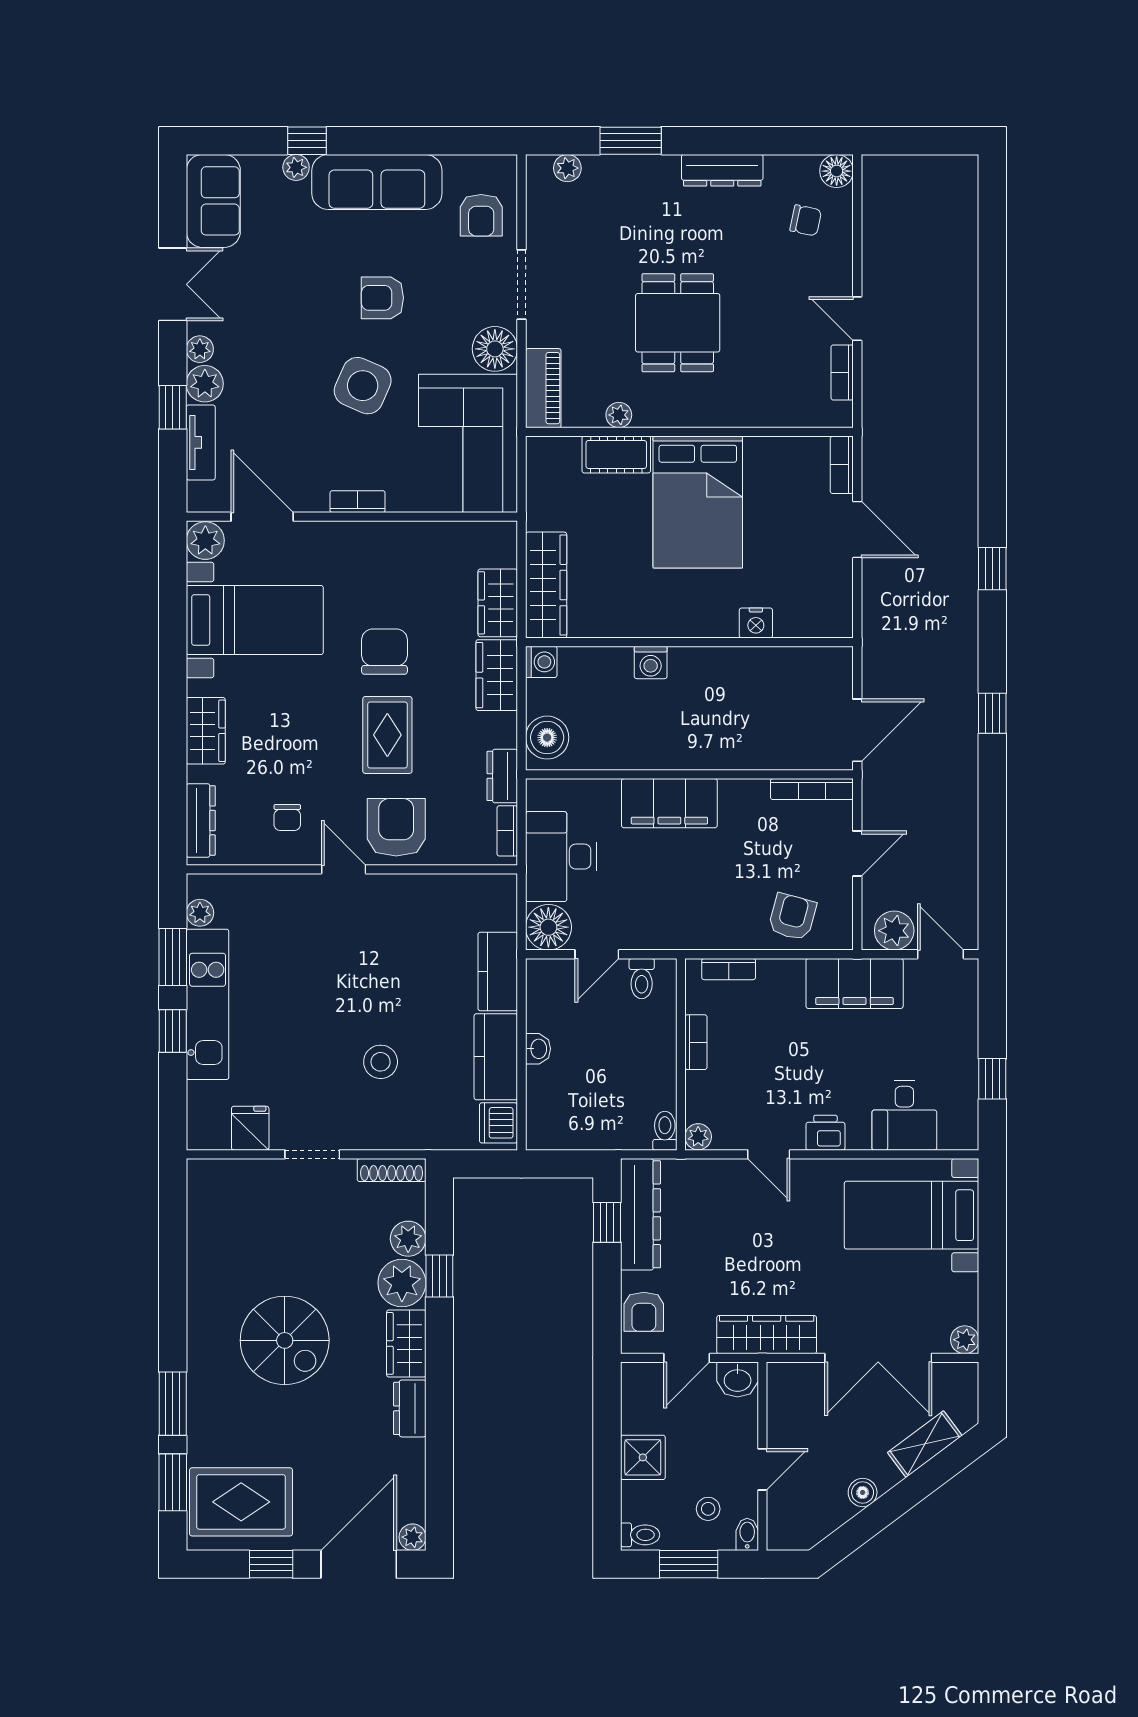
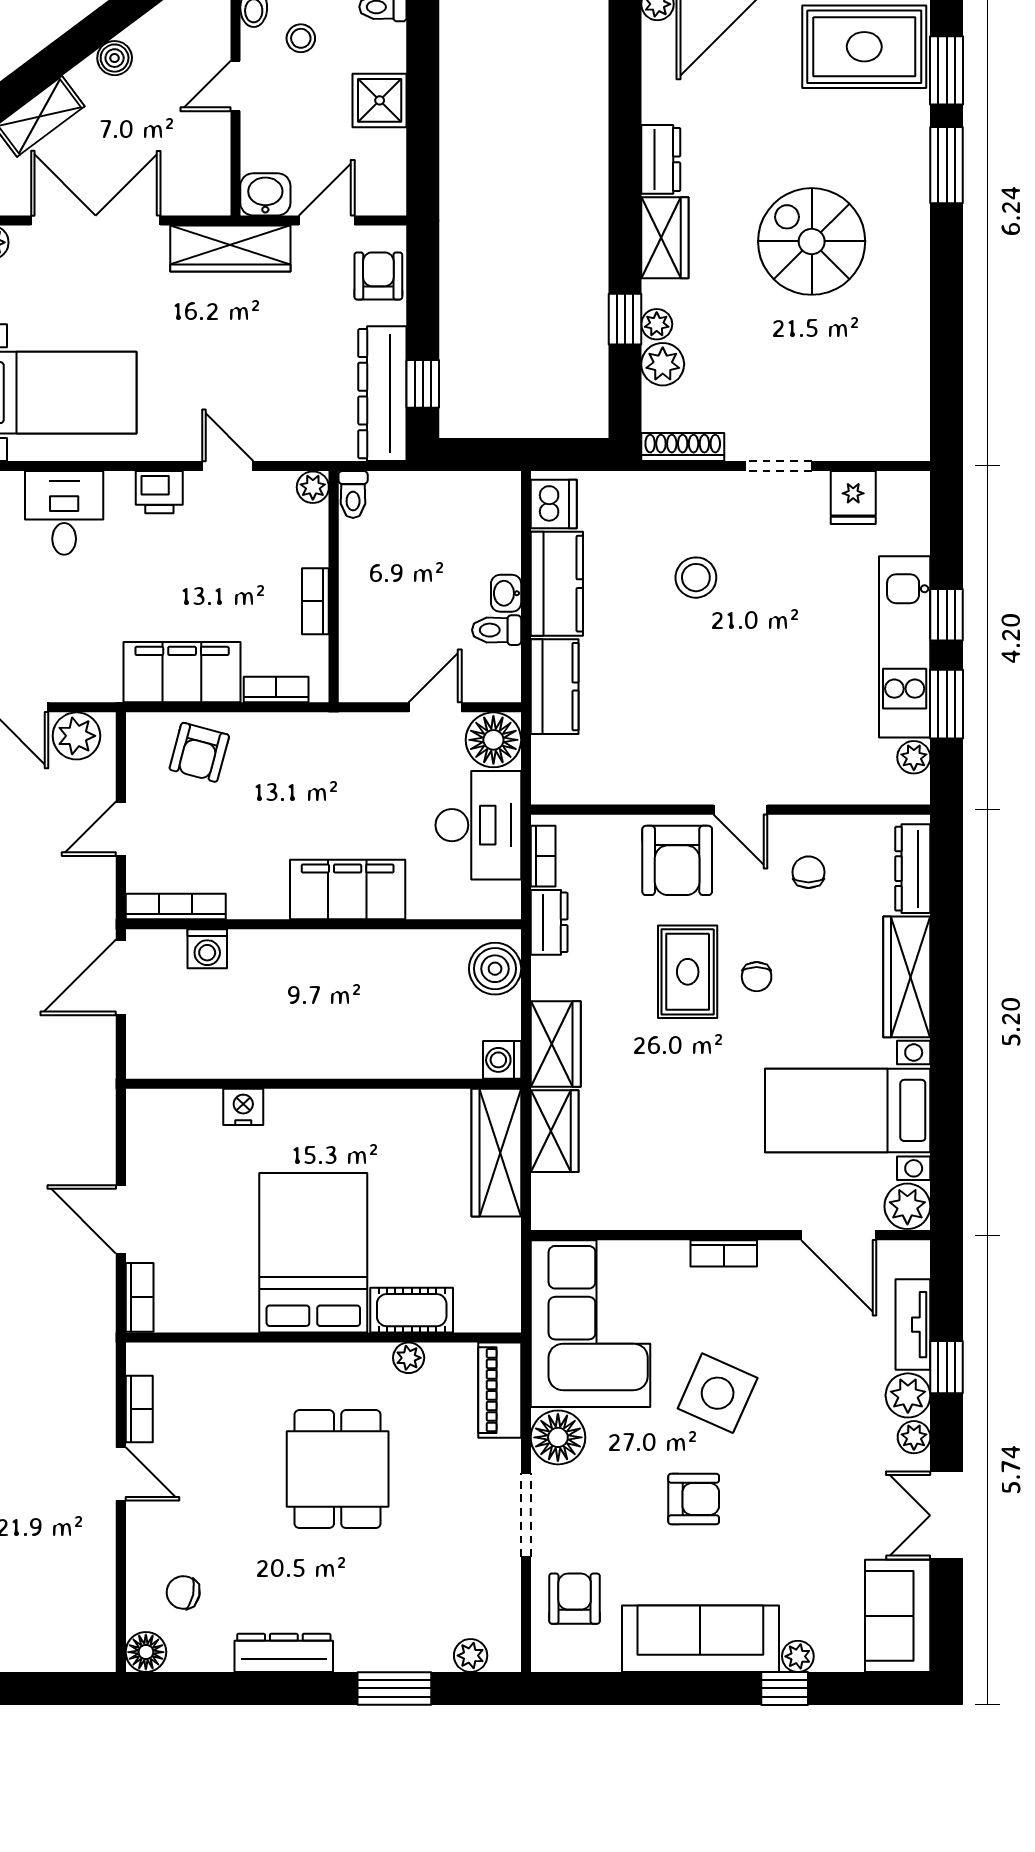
chair: (384, 652) -> (757, 977), moved, width x0.54, depth x0.54
washing machine: (651, 662) -> (207, 949), moved, turned 180
wardrobe: (206, 731) -> (907, 977), width x1.50
toilet: (642, 979) -> (497, 630), moved, turned -90
filing cabinet: (855, 983) -> (182, 672), moved
plant: (402, 1283) -> (657, 324), width x0.53, depth x0.53

